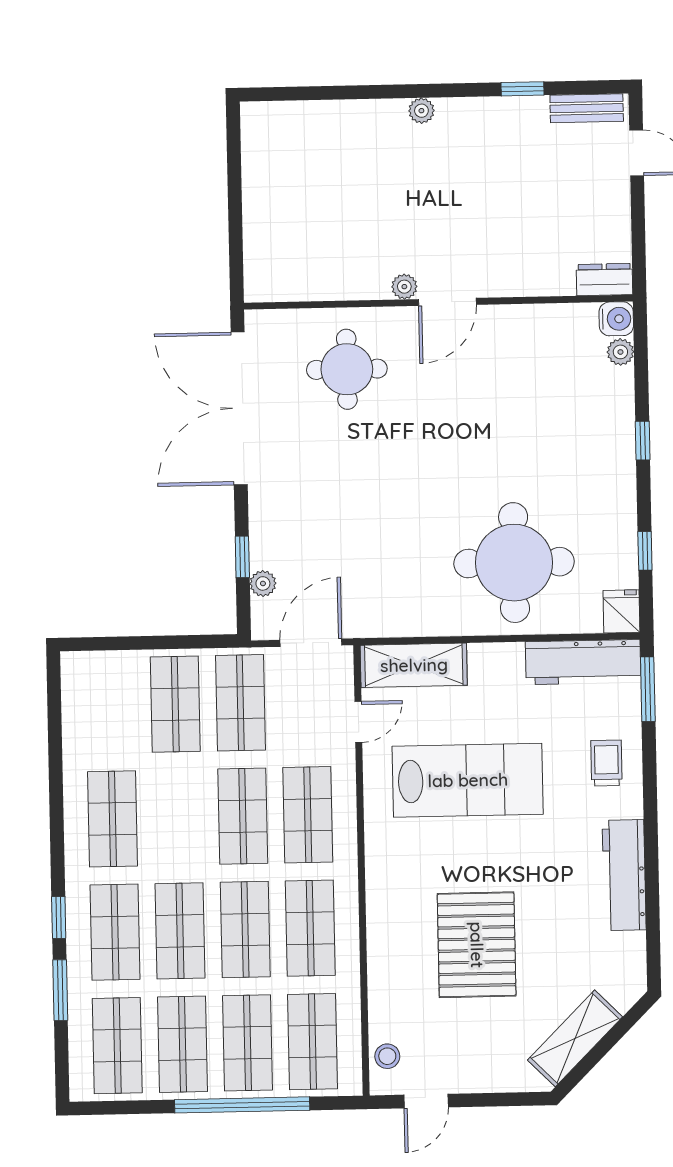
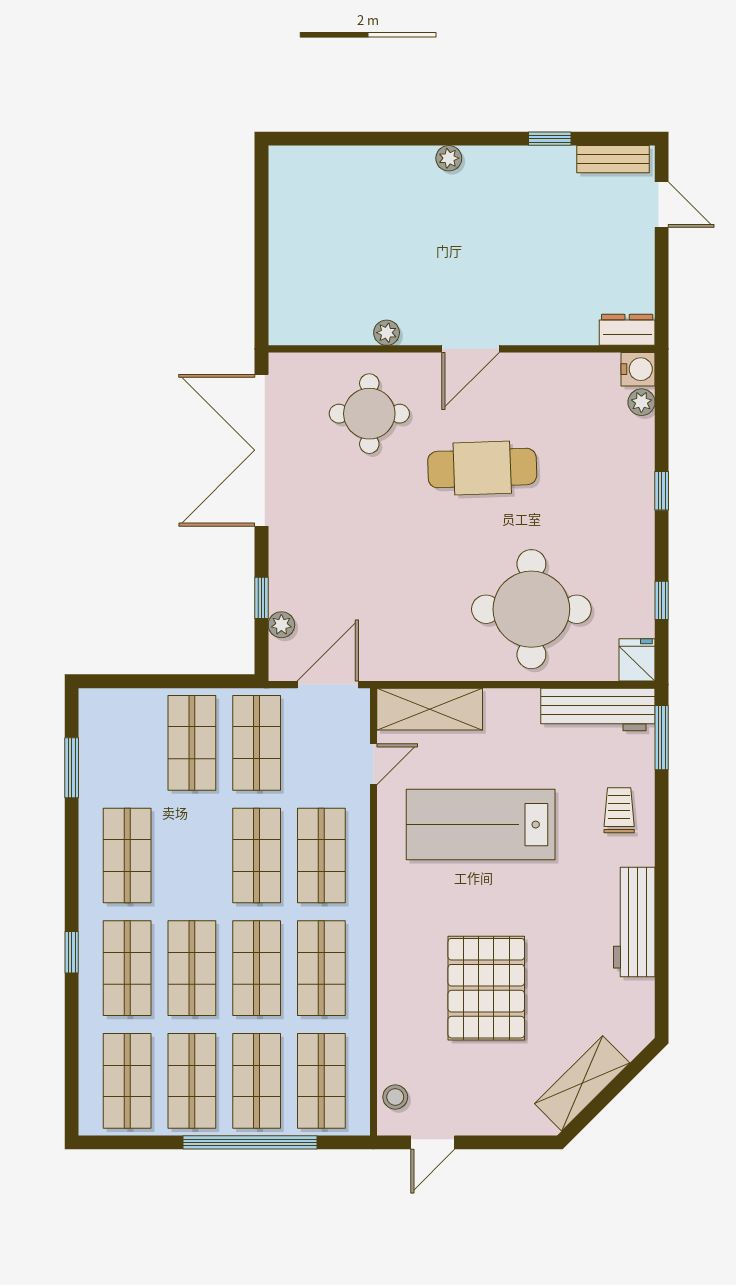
plant: (404, 287) -> (387, 333), moved
cafe table: (462, 422) -> (482, 468), added
lab bench: (468, 780) -> (481, 825), turned 180
window: (60, 990) -> (72, 768), moved

